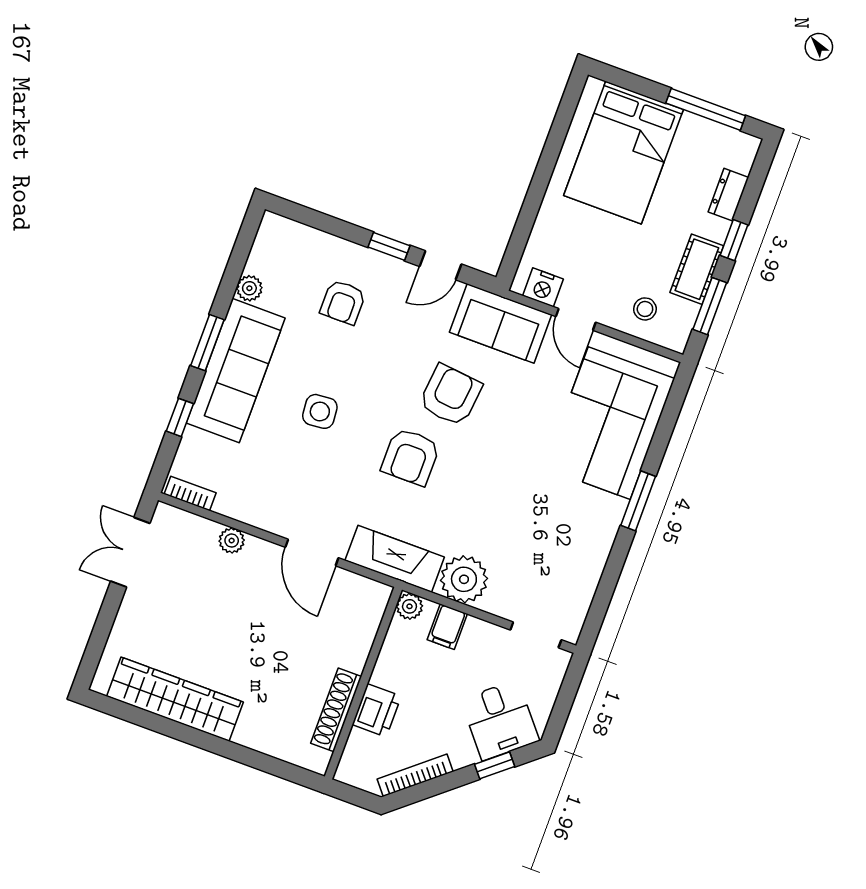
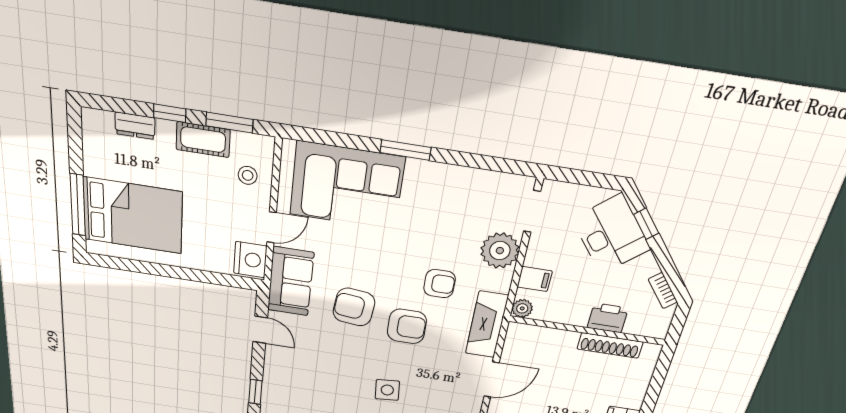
window: (706, 109) -> (78, 205), moved
window: (389, 246) -> (255, 392), moved
nightstand: (543, 287) -> (250, 260), width x1.36, depth x1.33
armchair: (343, 302) -> (439, 284), moved
plant: (464, 579) -> (500, 251), moved
desk: (500, 720) -> (611, 234), width x1.37
bookcase: (415, 775) -> (663, 291), width x0.64

